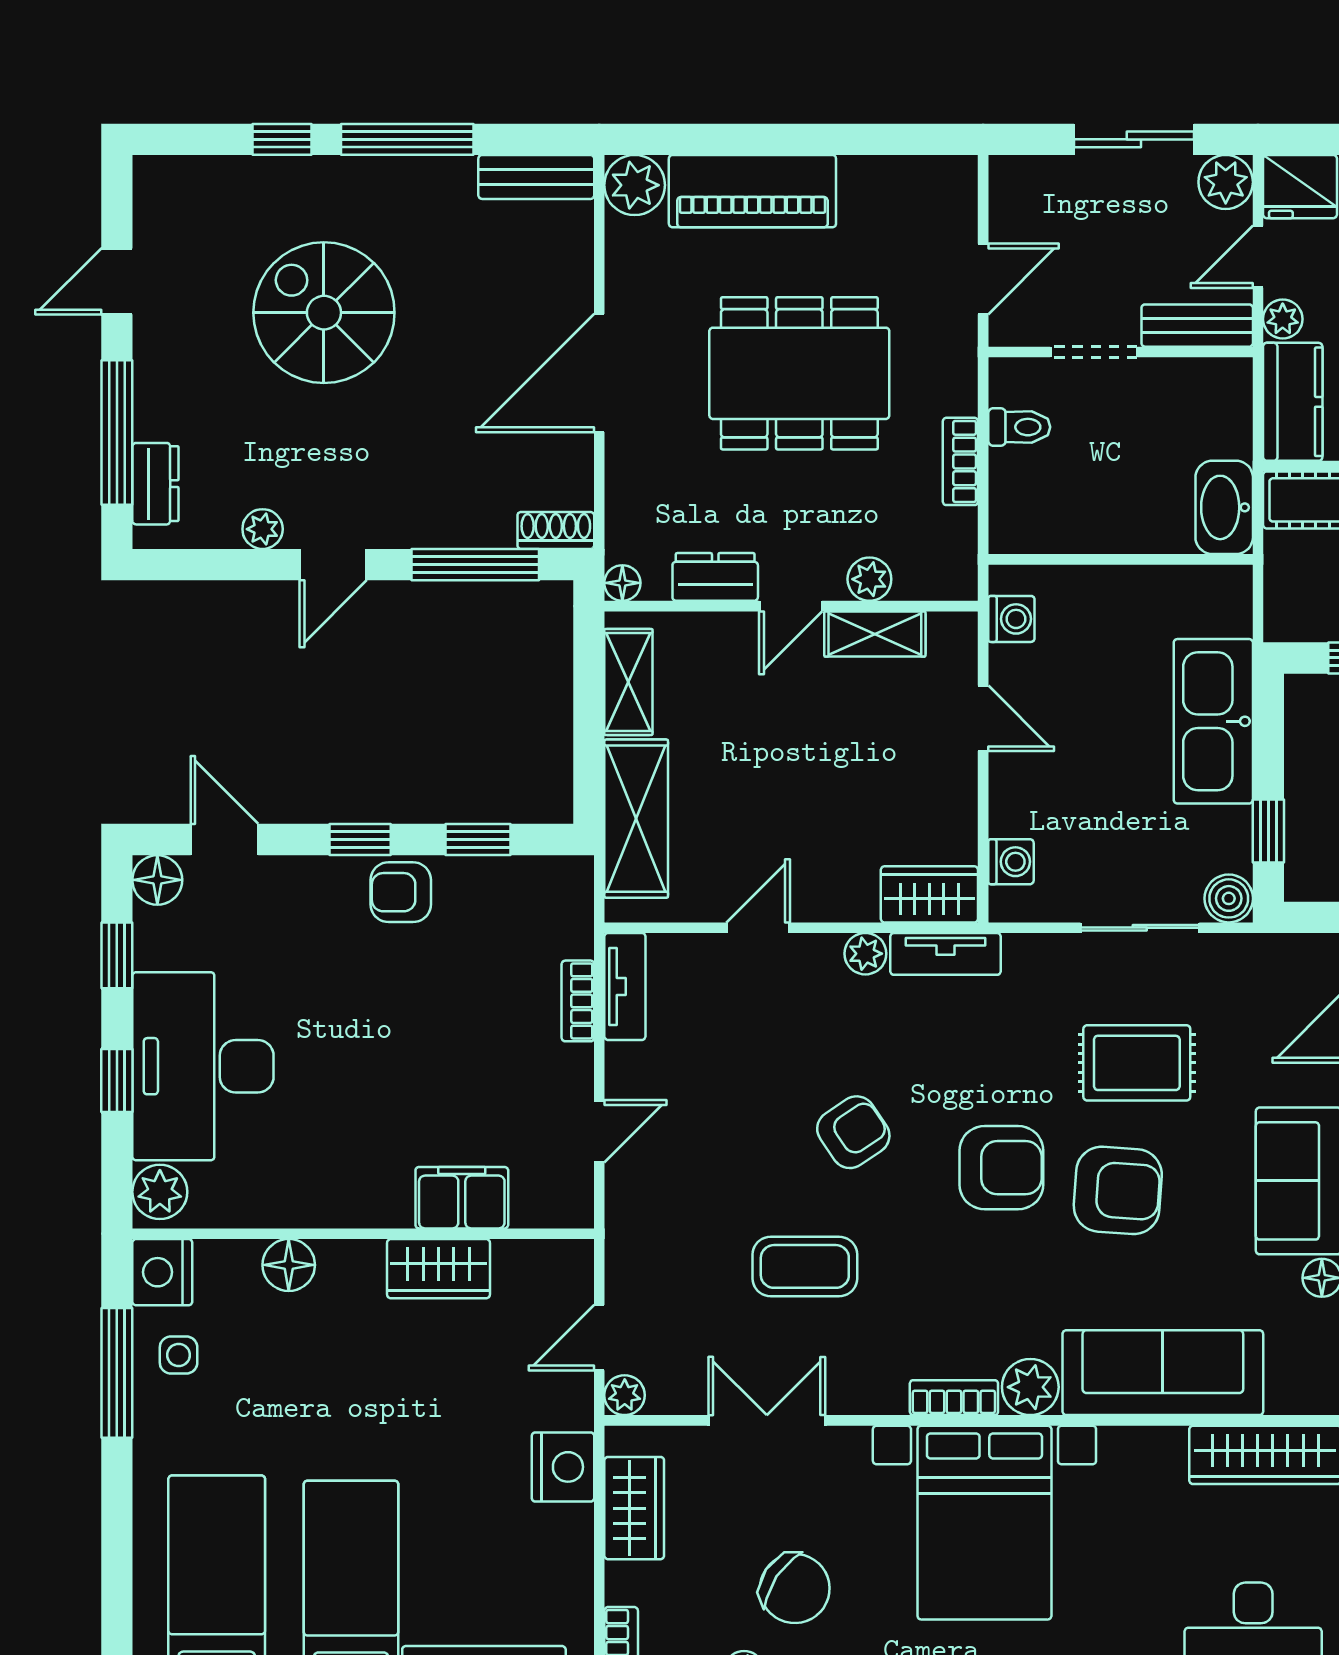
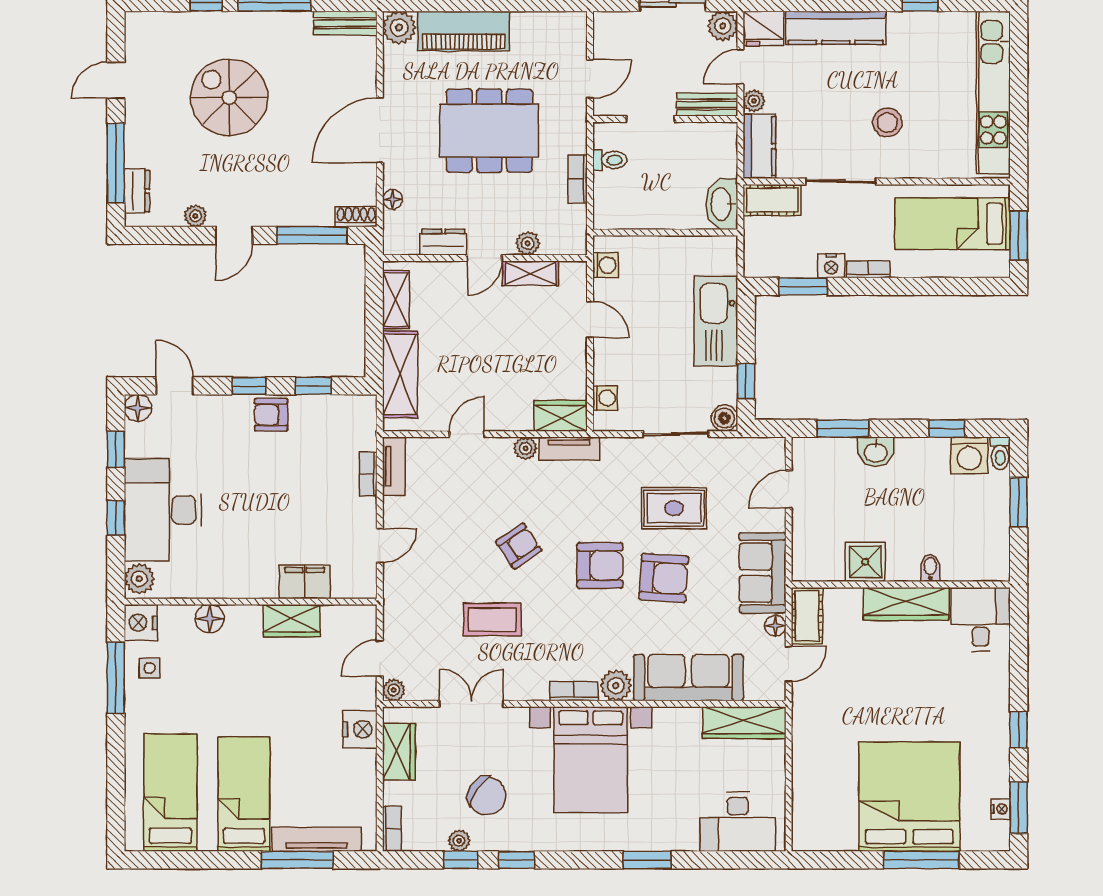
floor lamp: (622, 583) -> (392, 199), moved

